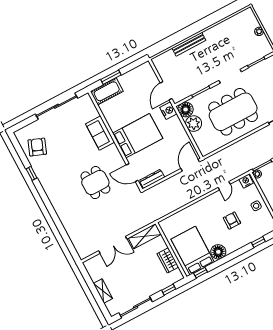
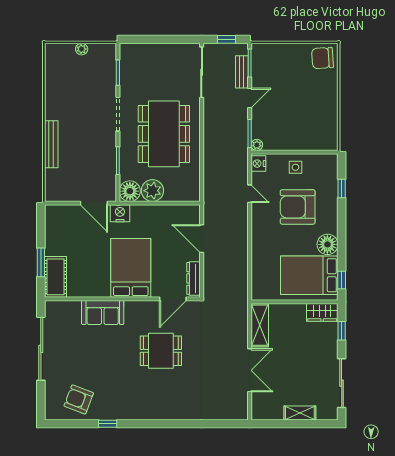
door: (190, 165) -> (202, 239), moved
armchair: (232, 220) -> (298, 207), width x1.88, depth x1.88
wardrobe: (168, 260) -> (322, 312), moved

